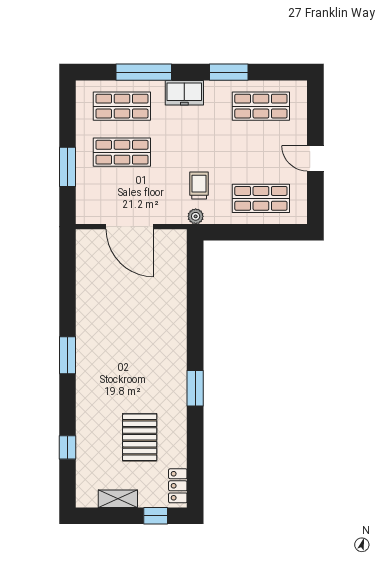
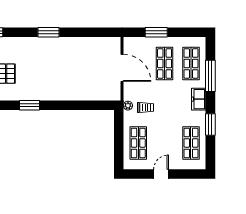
door: (130, 227) -> (122, 68), swing flipped

